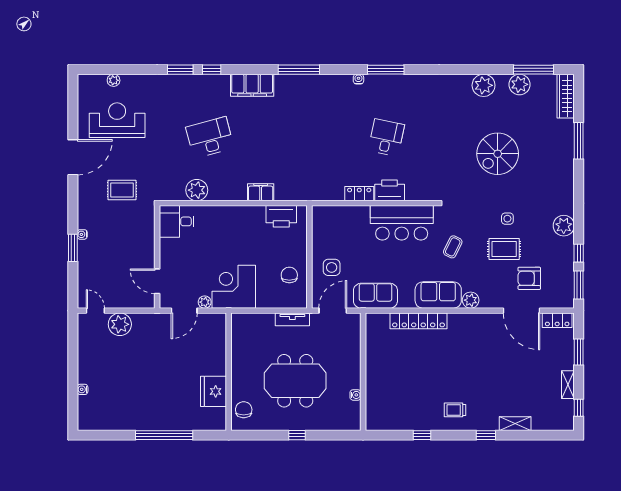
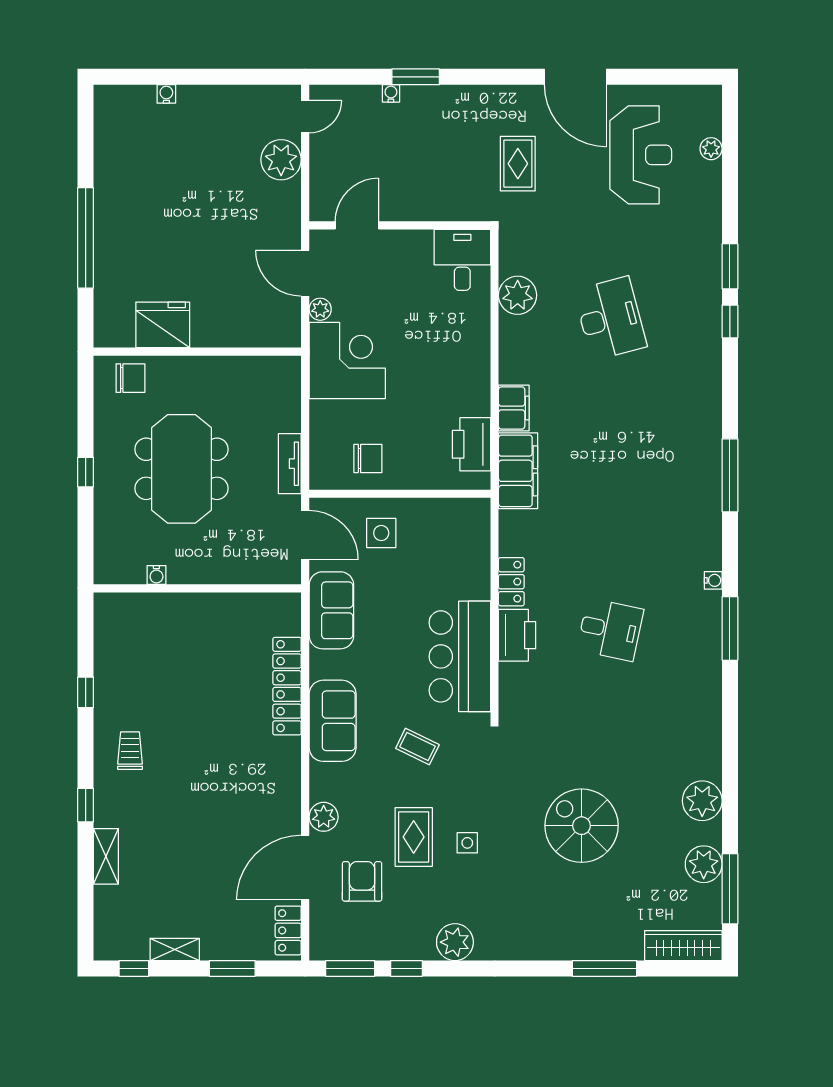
filing cabinet: (252, 85) -> (518, 471), moved, turned 180
water cooler: (82, 234) -> (391, 93), moved
plant: (471, 300) -> (324, 817), moved

